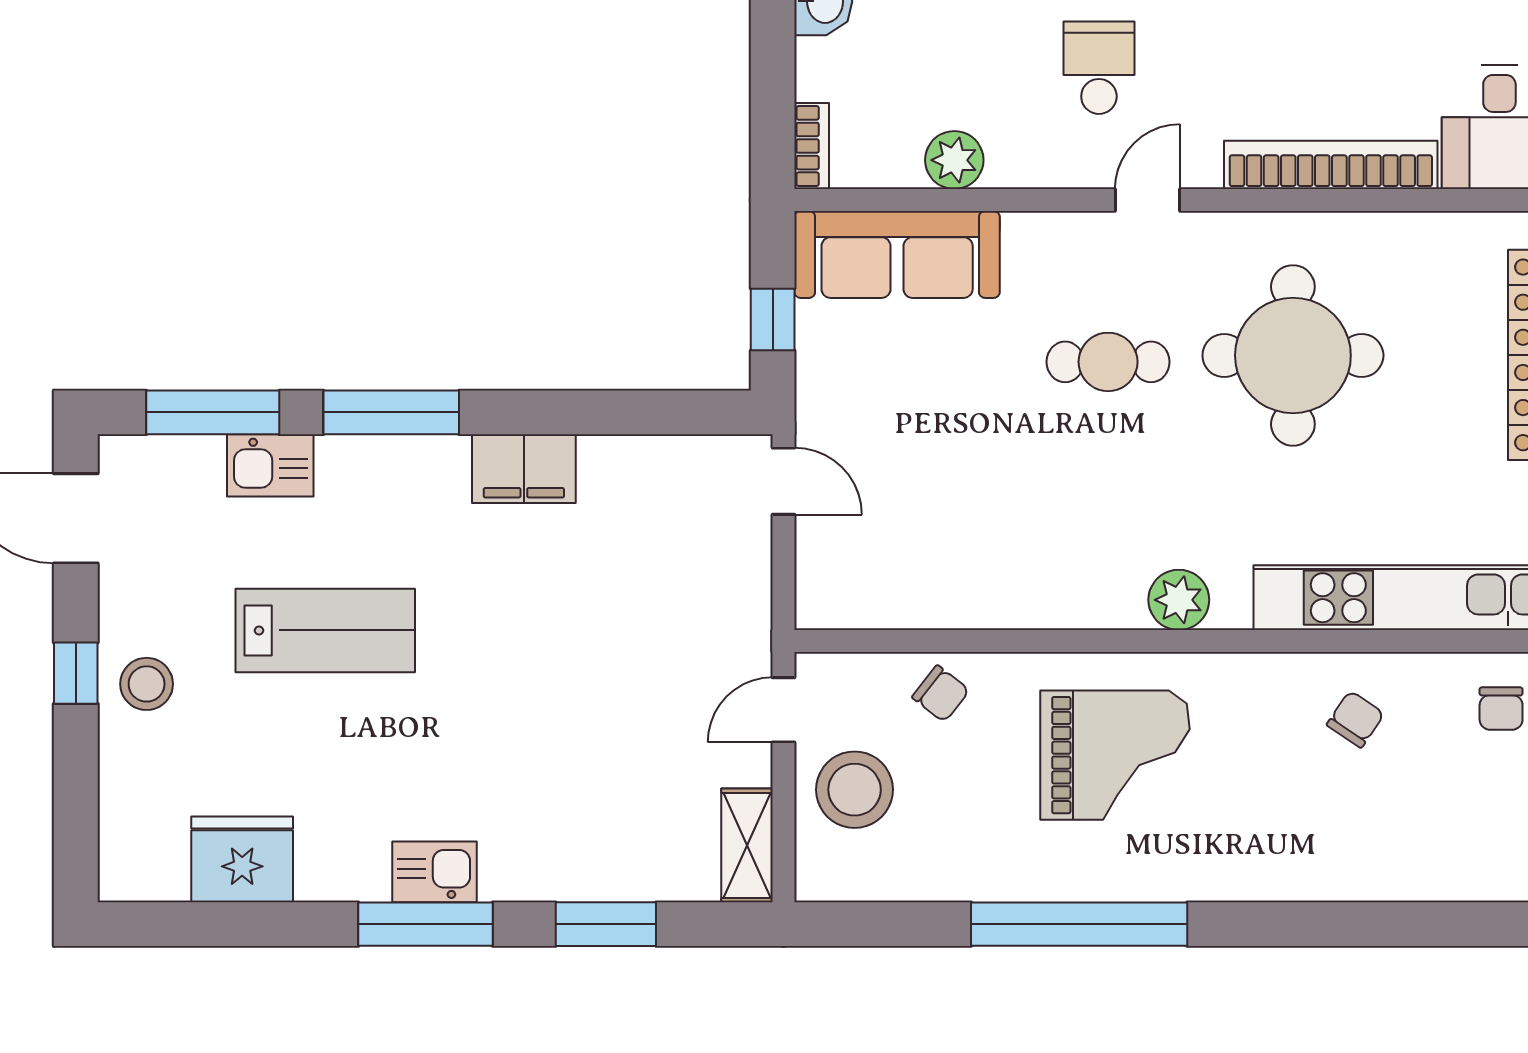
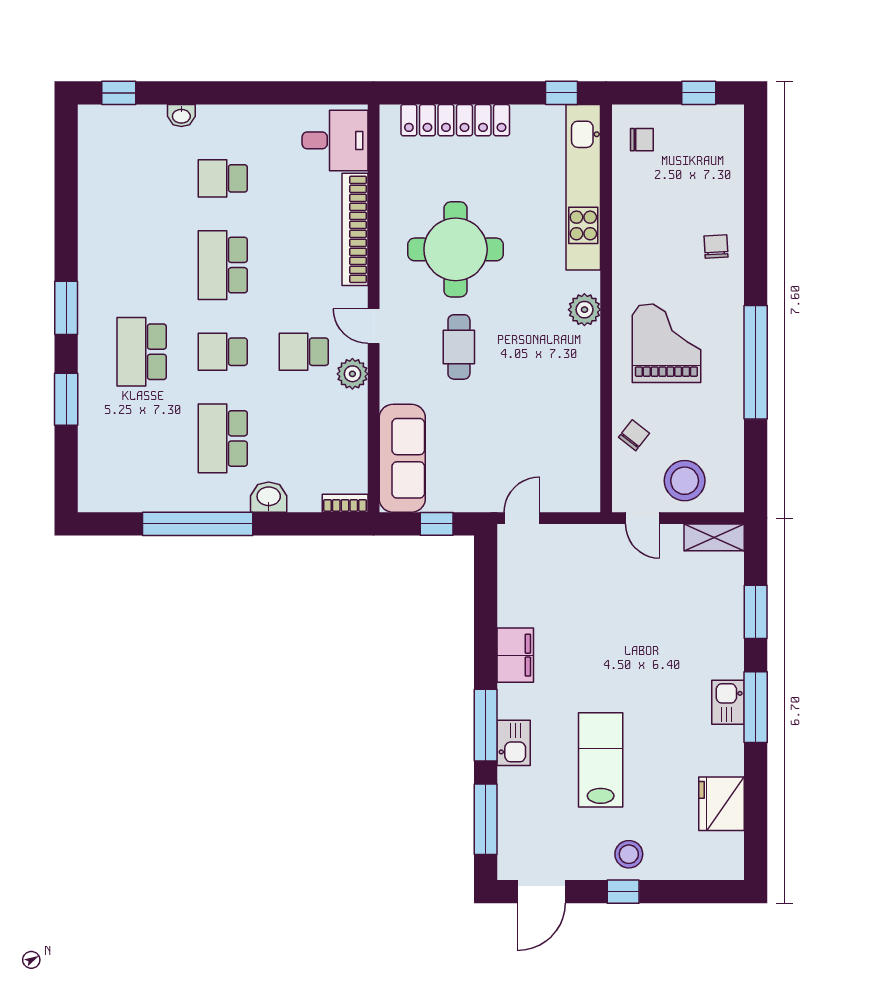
plant: (954, 160) -> (352, 374), moved
kitchen sink: (270, 465) -> (514, 743), moved
chair: (1355, 719) -> (716, 246), moved, turned 53

